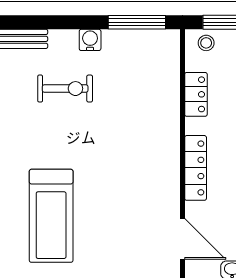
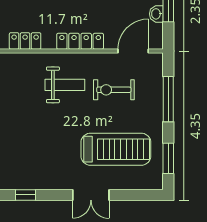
exercise bike: (65, 89) -> (114, 90), moved, turned -90
weight bench: (137, 147) -> (65, 85), added

